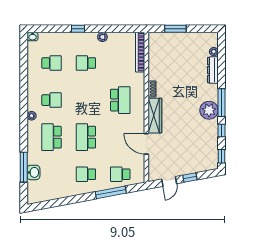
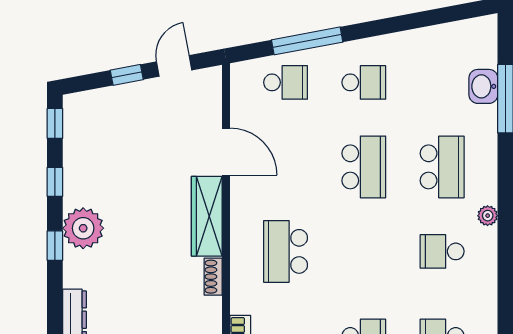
window: (221, 103) -> (55, 246), width x0.46

